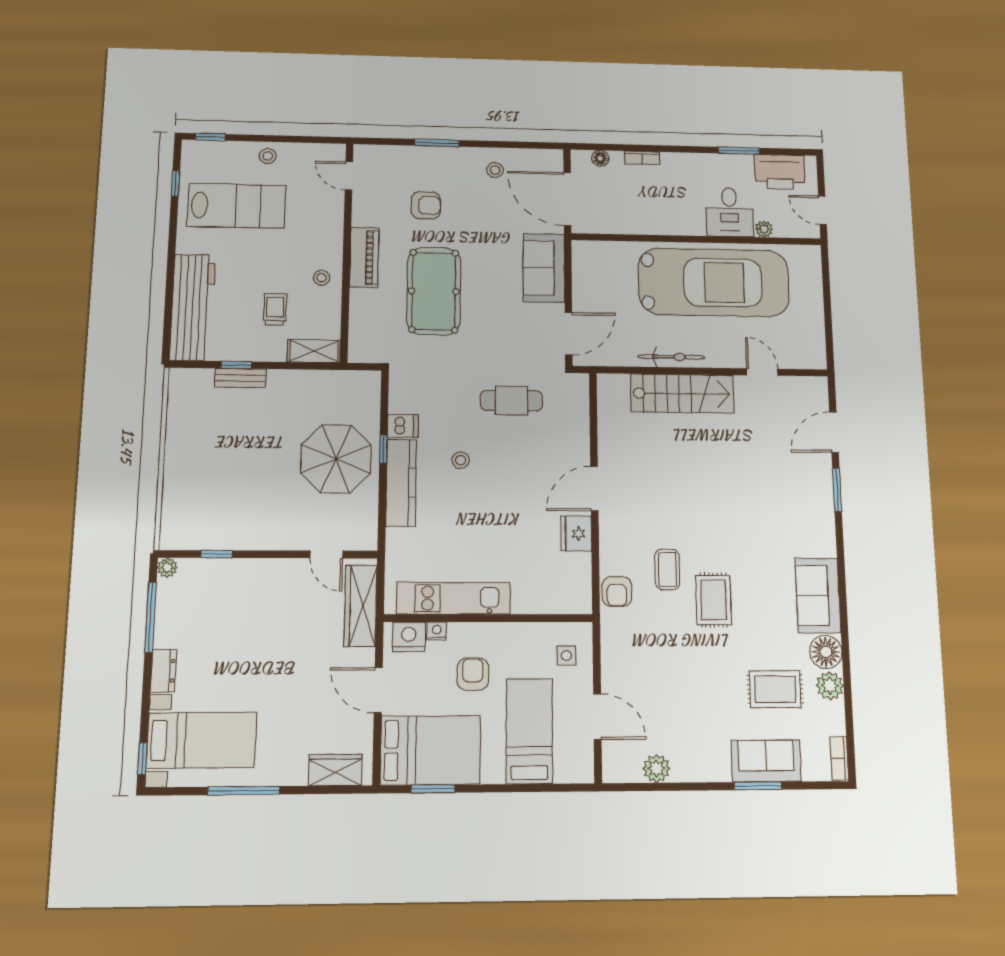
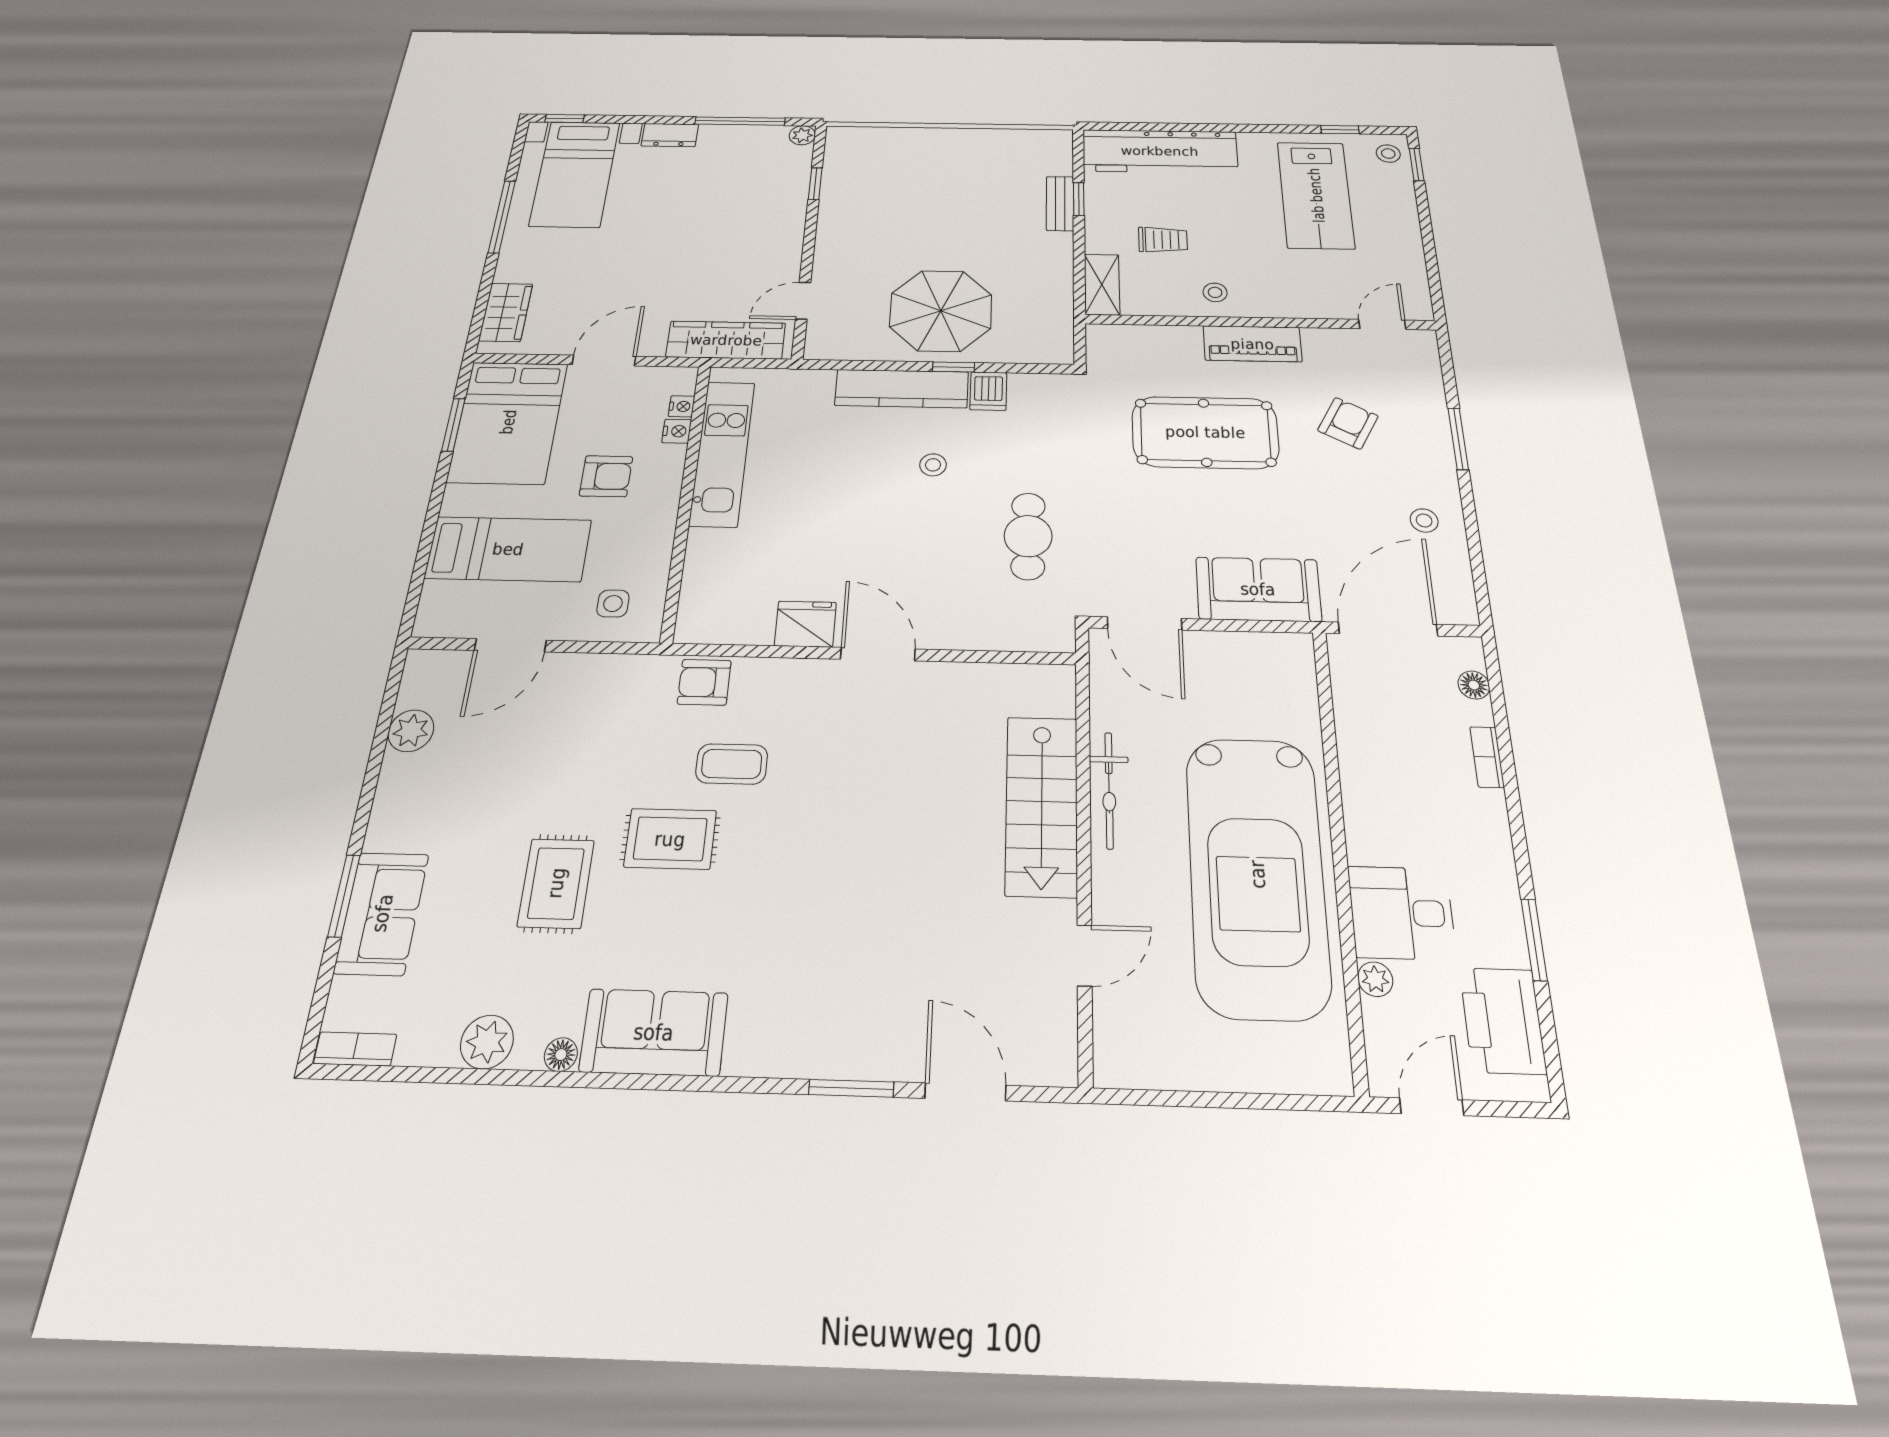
stool: (268, 156) -> (1388, 154), moved
armchair: (426, 205) -> (1348, 423), turned -152
nightstand: (409, 637) -> (682, 406), width x0.53, depth x0.56
floor lamp: (826, 652) -> (561, 1055), width x0.53, depth x0.53
rug: (775, 689) -> (556, 883), moved

